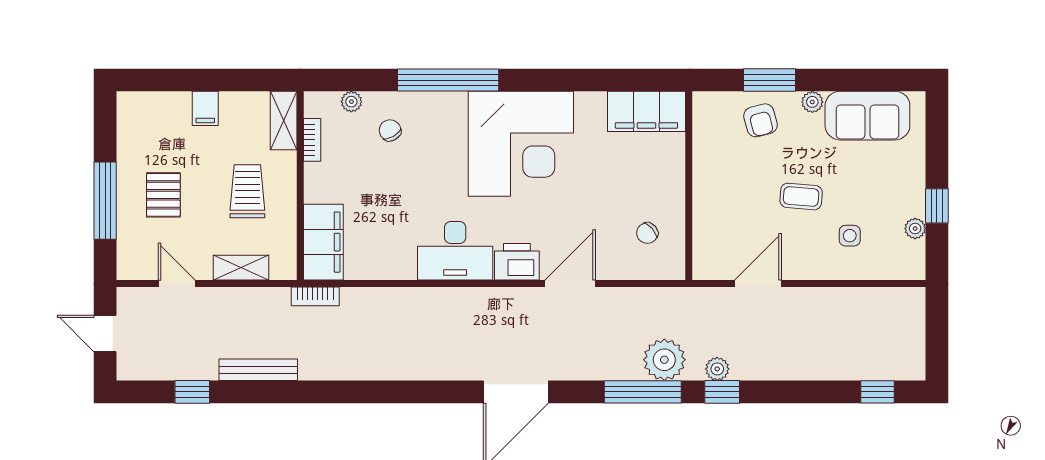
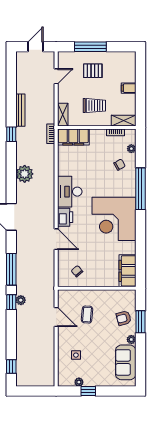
coffee table: (801, 197) -> (87, 315), moved
shelving: (241, 268) -> (63, 115), moved
plant: (664, 360) -> (25, 174), moved
window: (192, 392) -> (11, 134), moved

